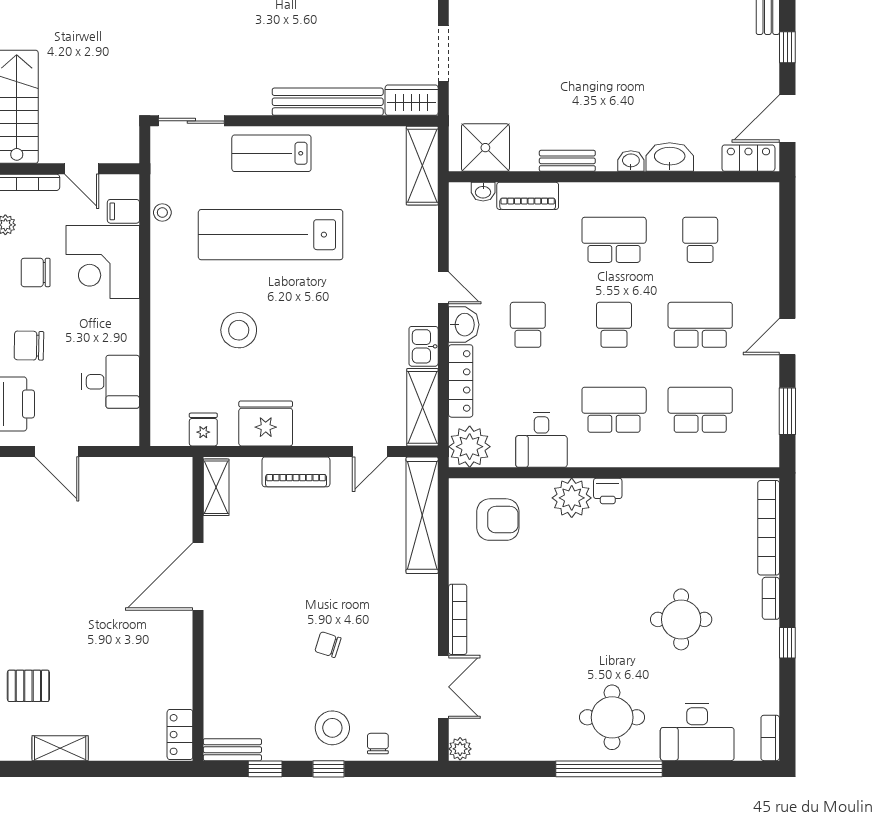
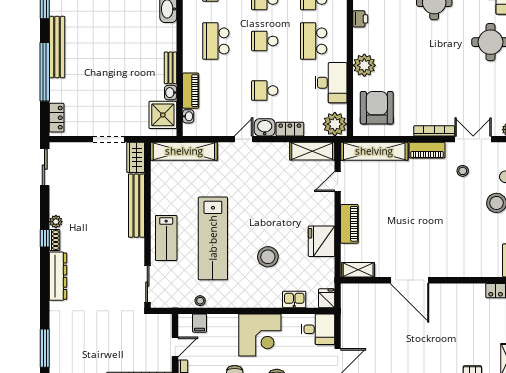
washbasin: (631, 161) -> (171, 93), moved
shelving: (422, 166) -> (184, 151), width x1.47
corner desk: (103, 262) -> (260, 335), moved
kitchen sink: (424, 346) -> (294, 299), moved, turned 180
locker: (461, 381) -> (290, 129), width x0.66
desk: (111, 382) -> (318, 329), moved, turned 90
fridge: (203, 430) -> (327, 298), moved, turned 90
desk: (541, 440) -> (331, 83), width x1.37
door: (370, 451) -> (338, 181), swing flipped
printer: (608, 491) -> (360, 19), moved
armchair: (498, 520) -> (377, 108), width x1.36, depth x1.36
piano: (424, 607) -> (427, 150), added
chair: (328, 645) -> (449, 205), removed
stool: (388, 669) -> (463, 171), added

